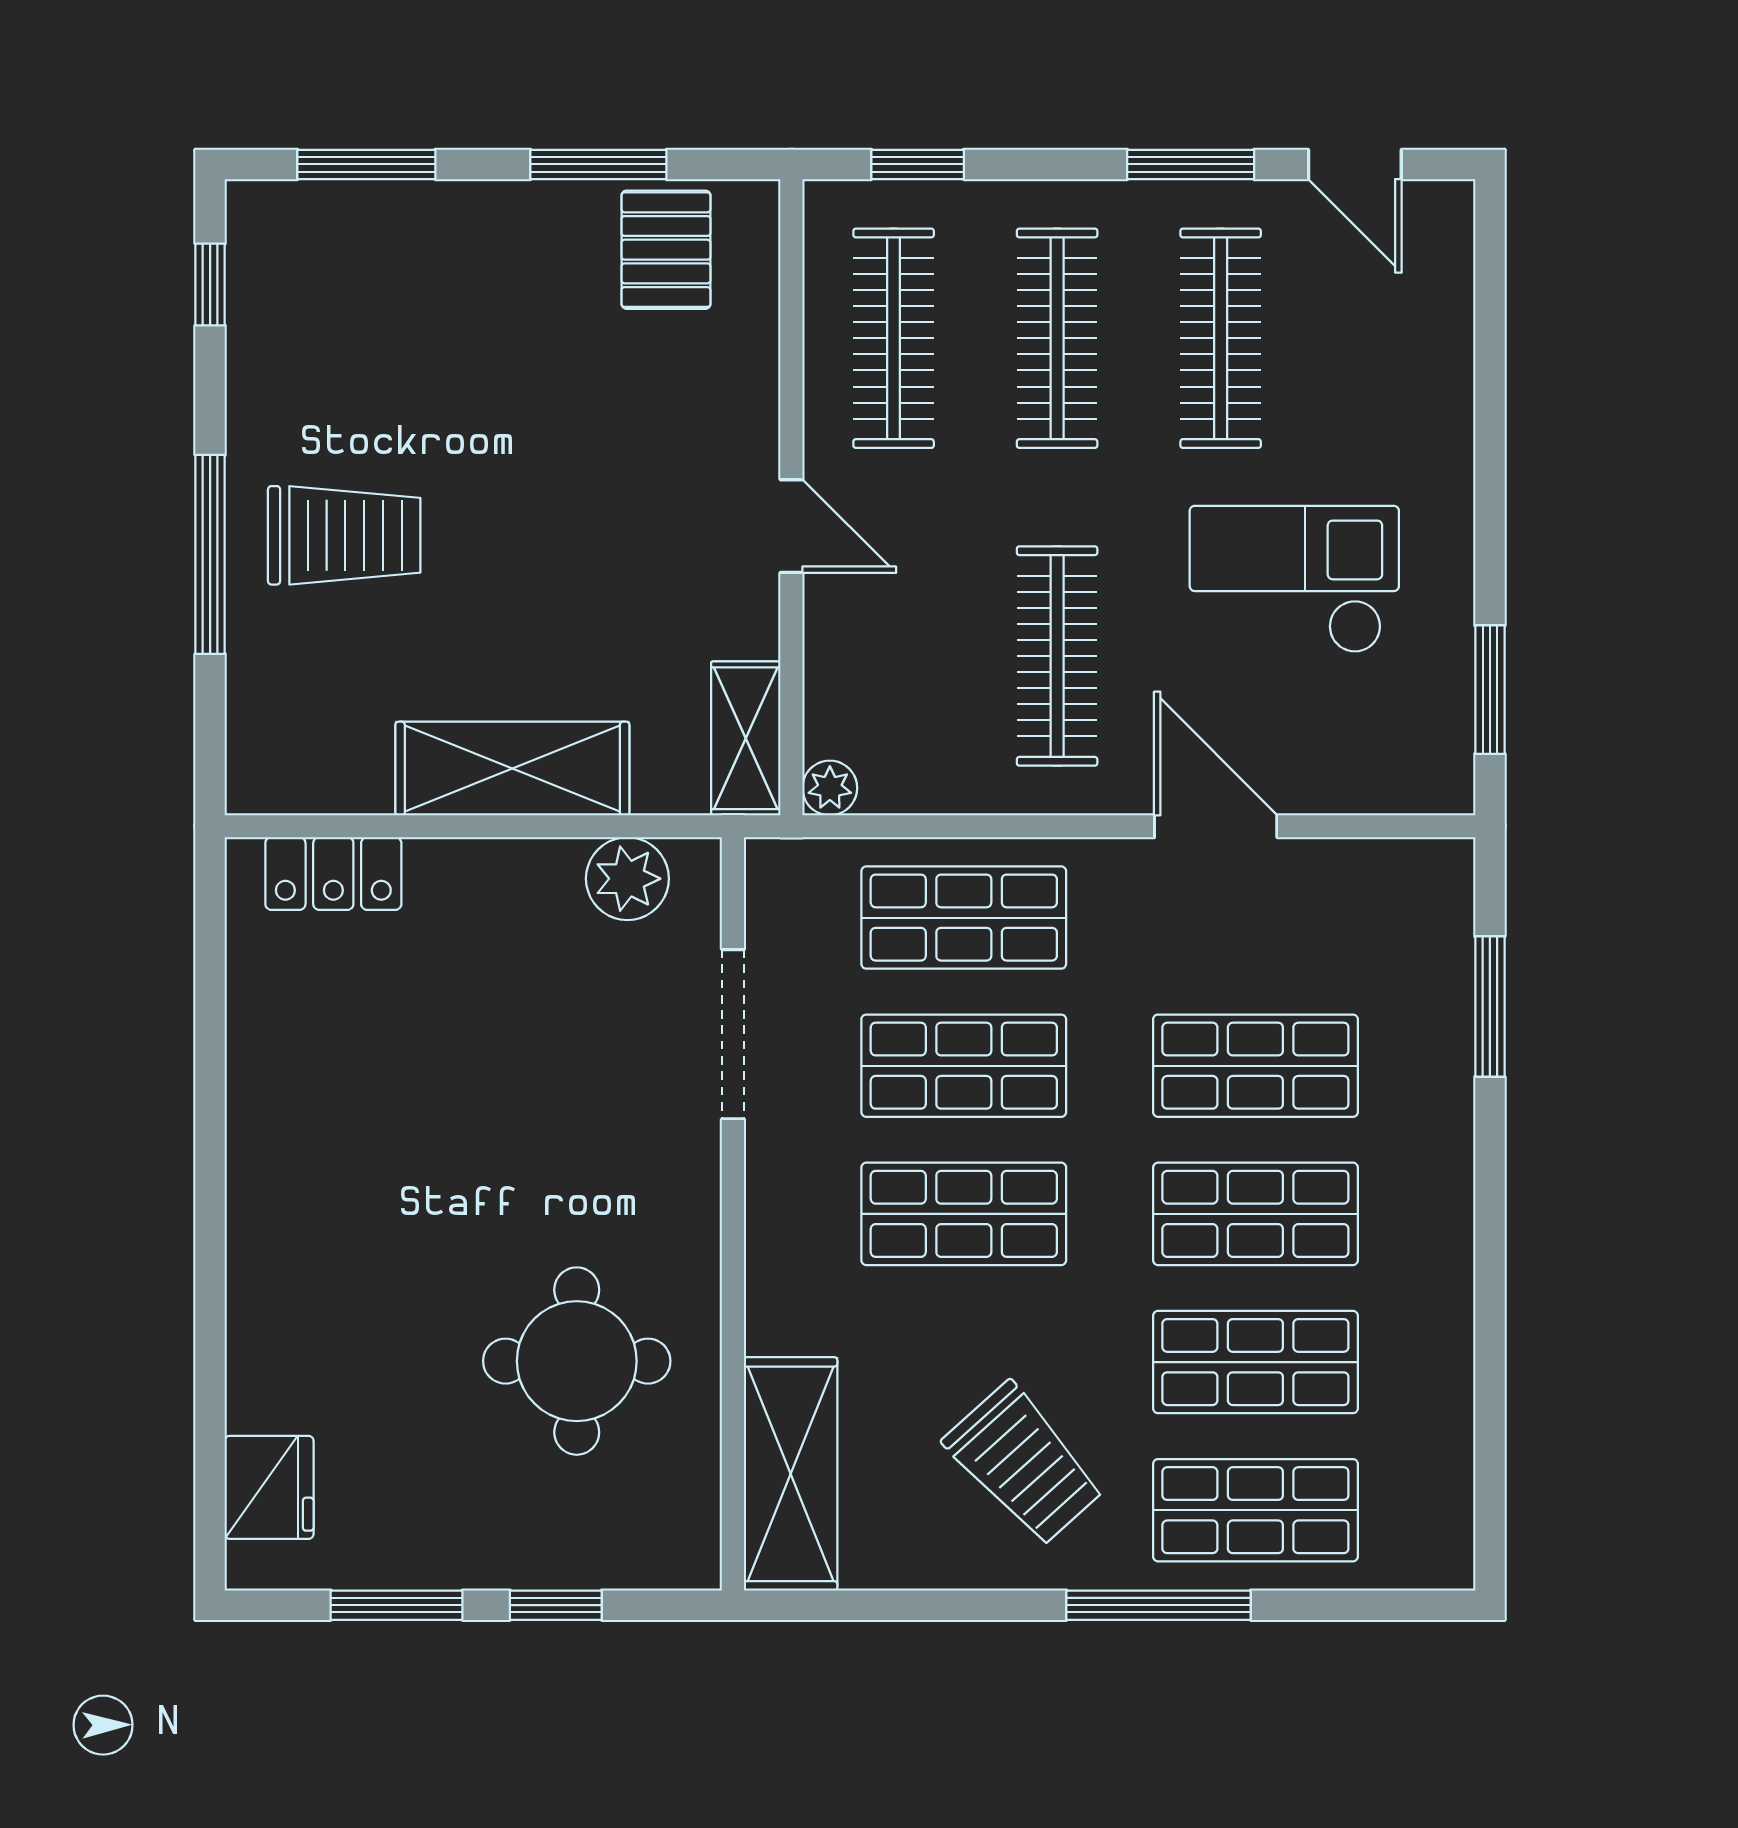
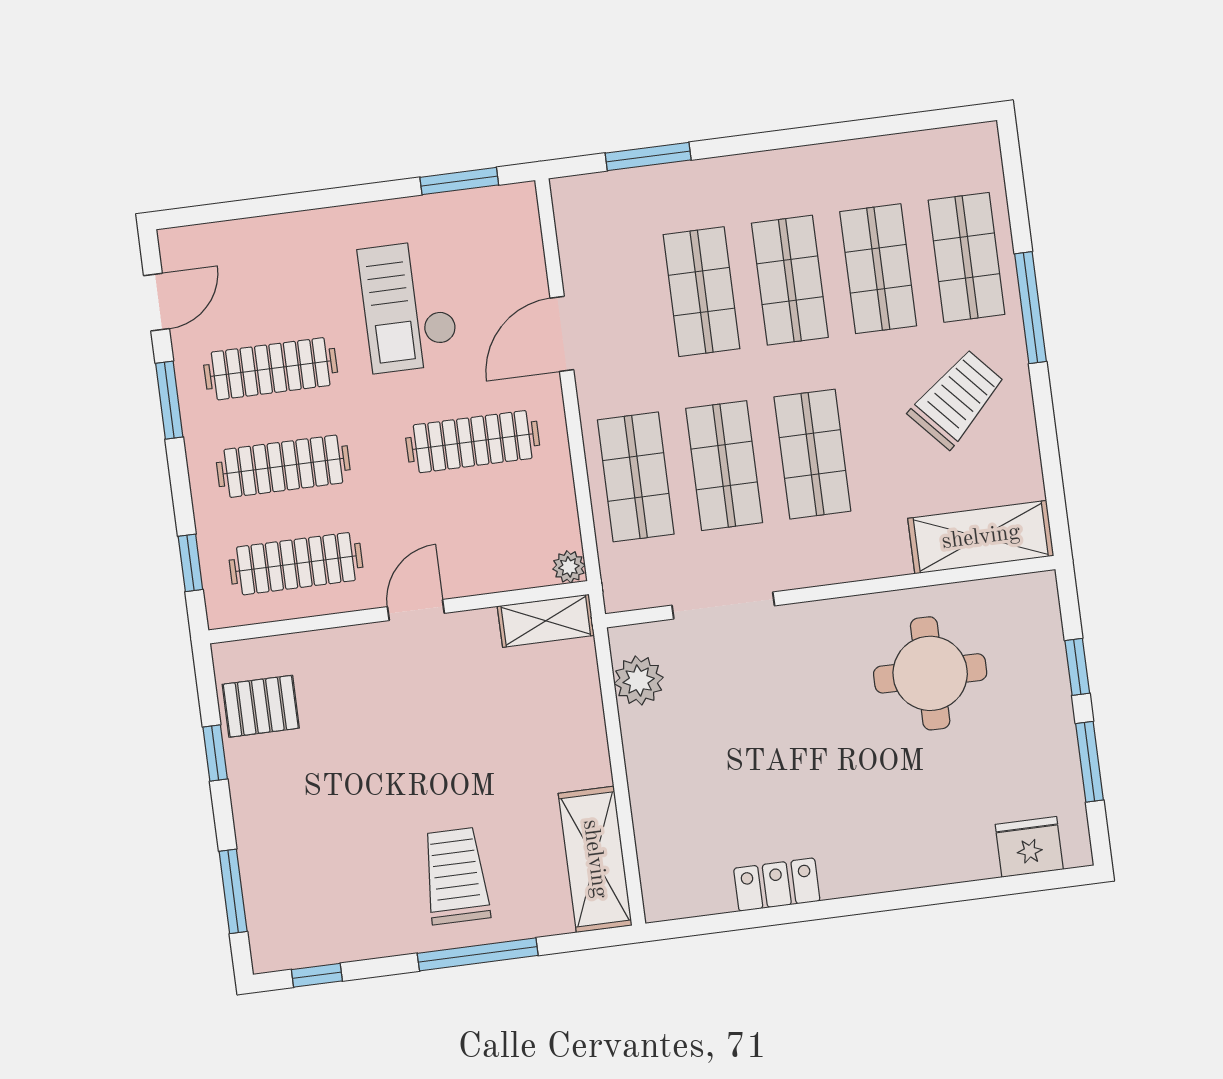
window: (598, 164) -> (215, 753), width x0.67
shelving: (512, 769) -> (595, 859), moved
locker: (333, 874) -> (777, 885), moved, turned -90

